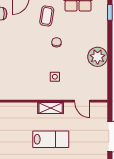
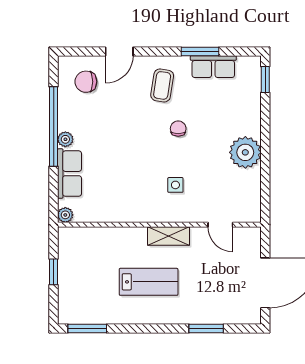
lab bench: (51, 139) -> (149, 282), moved

